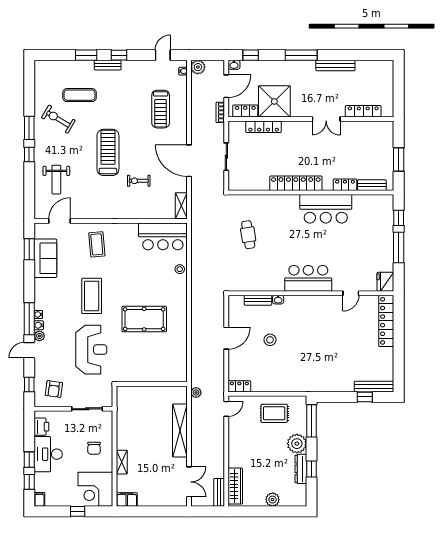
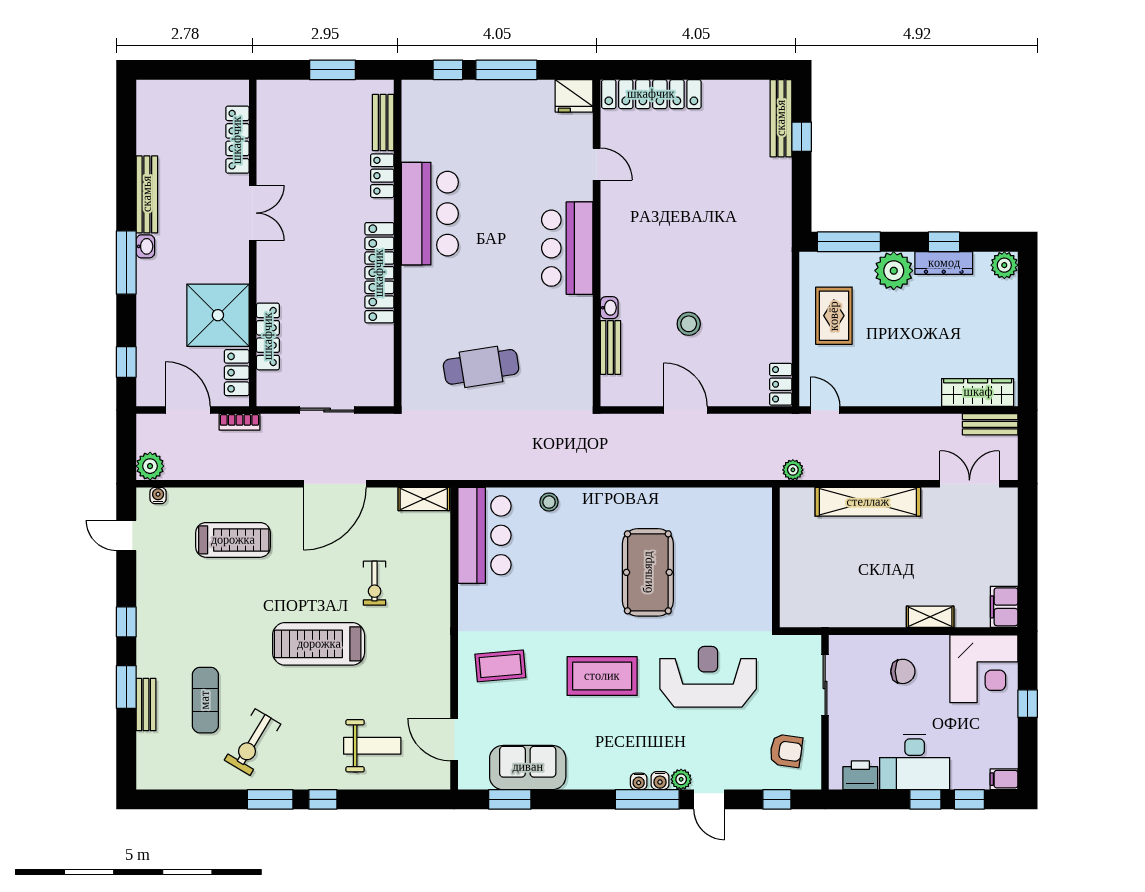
bench: (108, 65) -> (146, 705), moved
washbasin: (234, 65) -> (145, 246), moved
cafe table: (248, 235) -> (481, 367), width x1.37, depth x1.35
plant: (273, 500) -> (1004, 265), moved

